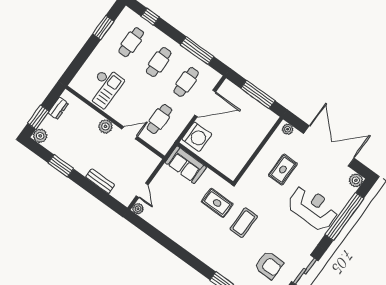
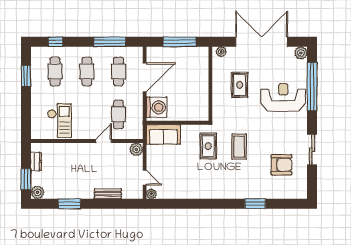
plant: (105, 126) -> (136, 149), moved
rug: (217, 203) -> (208, 146), turned 90

